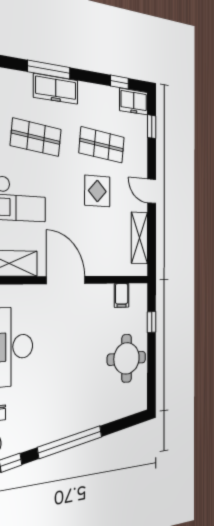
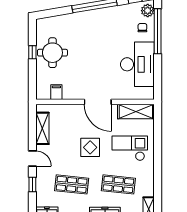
window: (152, 127) -> (32, 185), moved
display table: (97, 191) -> (90, 147), moved
window: (152, 322) -> (32, 52), moved

